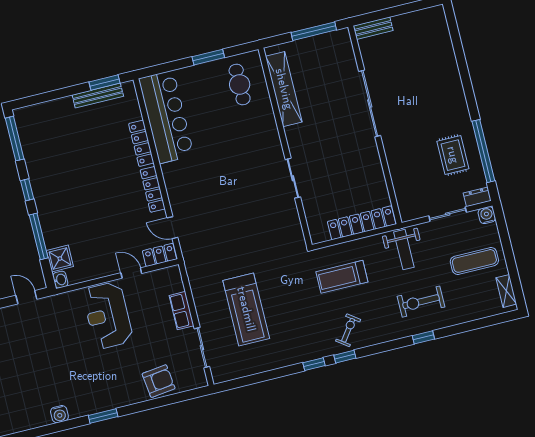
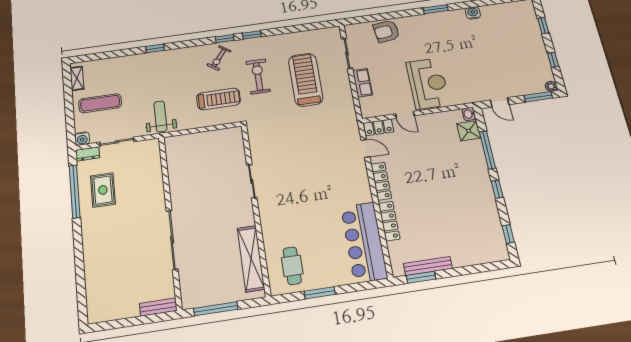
window: (15, 139) -> (508, 234), width x0.46
locker: (362, 223) -> (195, 140), removed
exercise bike: (421, 302) -> (258, 76), moved, turned -90

